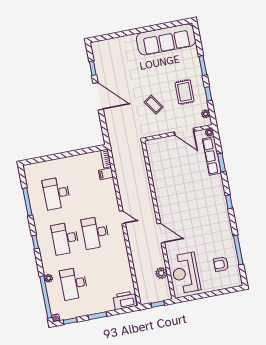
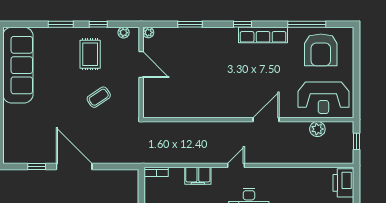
rug: (185, 92) -> (90, 54), turned 90
door: (98, 96) -> (74, 167), hinge flipped
door: (184, 132) -> (141, 65), hinge flipped
row of seats: (212, 156) -> (263, 35), moved
filing cabinet: (106, 174) -> (198, 176), moved, width x2.00
armchair: (221, 264) -> (321, 50), width x1.88, depth x1.88

